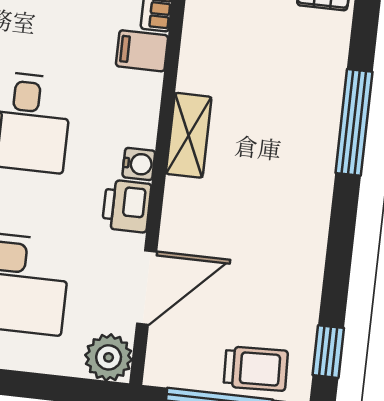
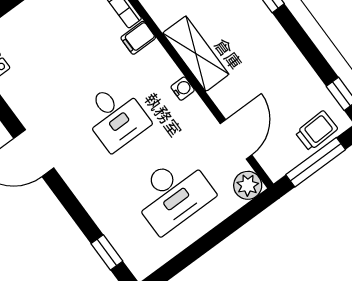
shelving: (189, 135) -> (196, 54), width x1.50, depth x1.33
printer: (127, 206) -> (194, 112), removed

